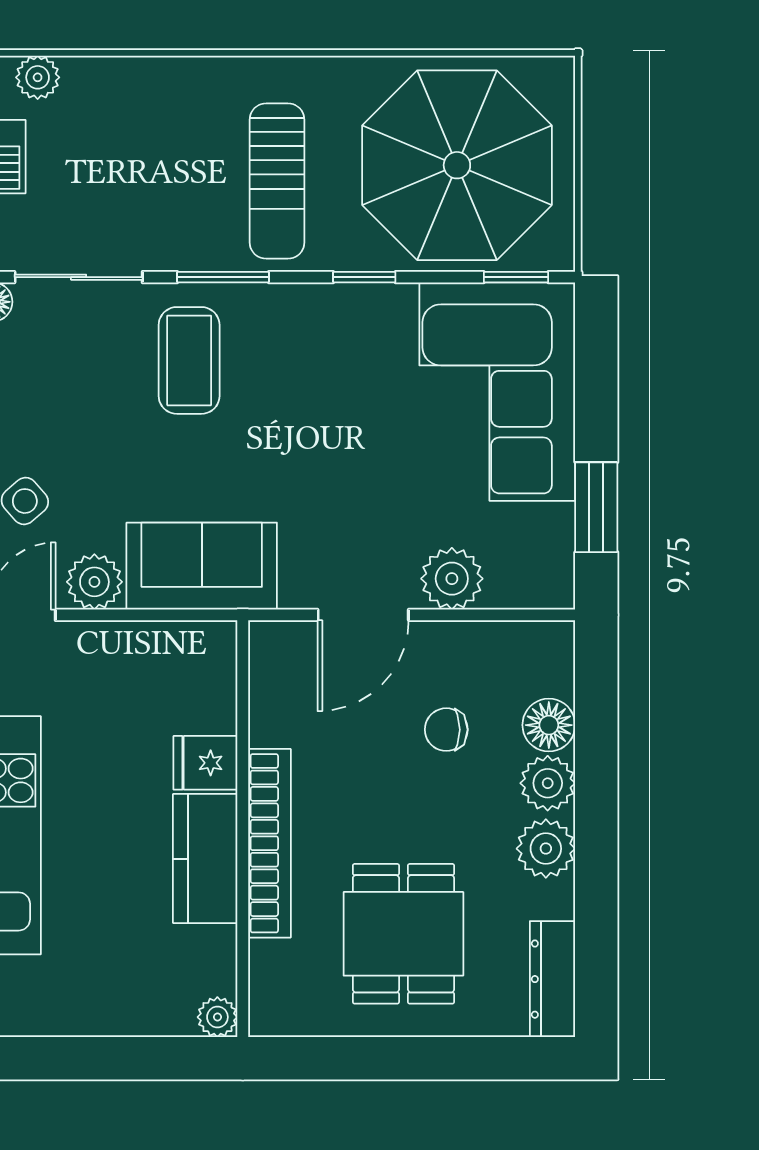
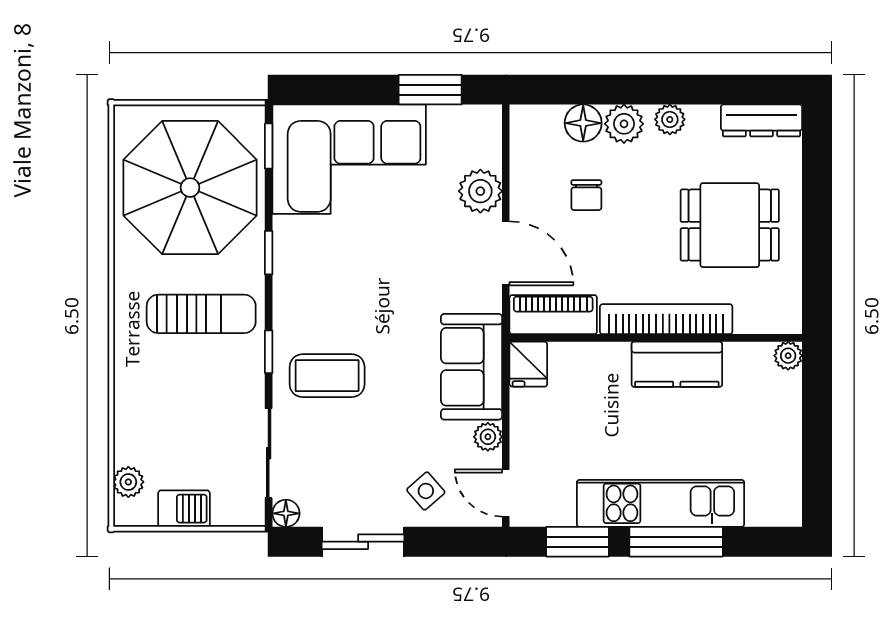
window: (223, 277) -> (269, 352), width x0.67
plant: (94, 582) -> (488, 437), width x0.73, depth x0.73
piano: (276, 682) -> (553, 315), added
fridge: (205, 763) -> (528, 364), moved
plant: (546, 849) -> (670, 119), width x0.73, depth x0.73

